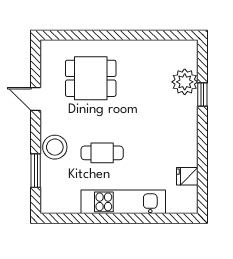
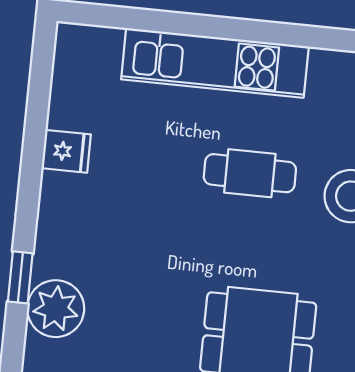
fridge: (187, 176) -> (66, 151), moved

